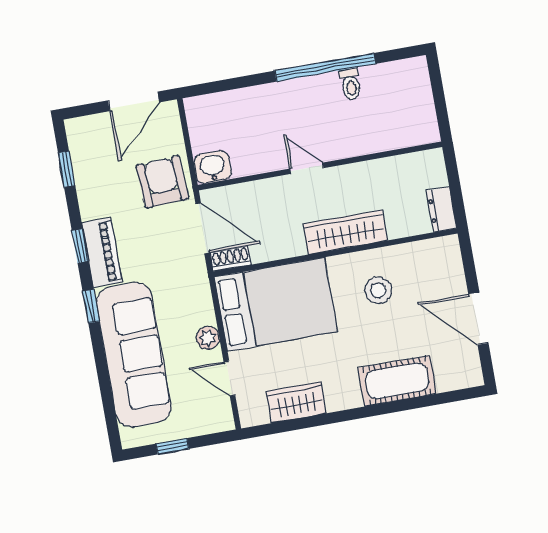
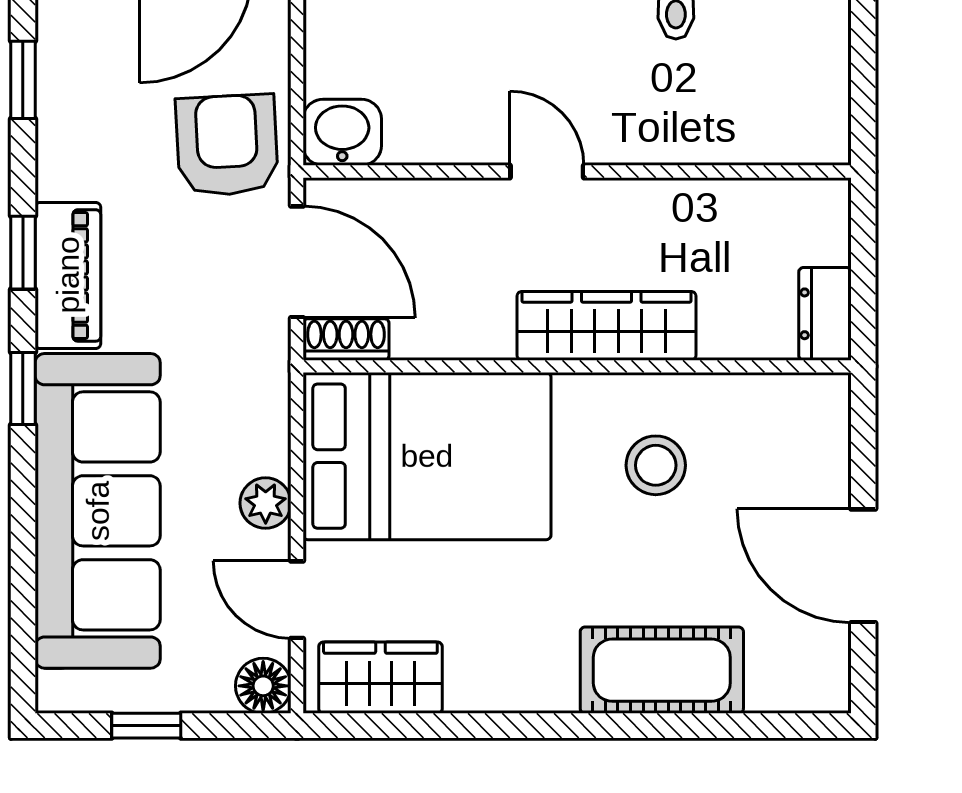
wardrobe: (296, 402) -> (380, 678), moved
floor lamp: (221, 419) -> (263, 686), added

